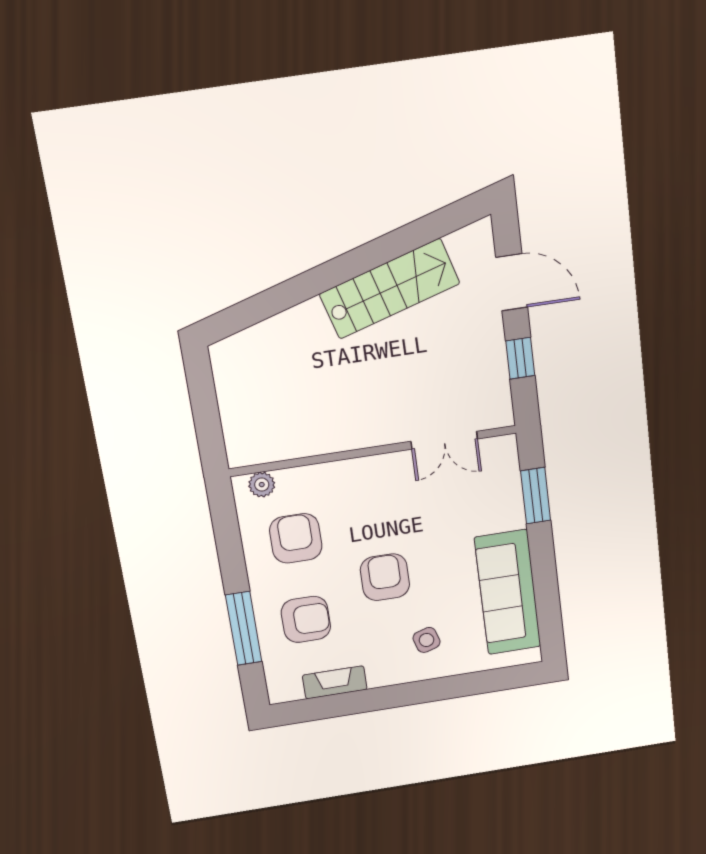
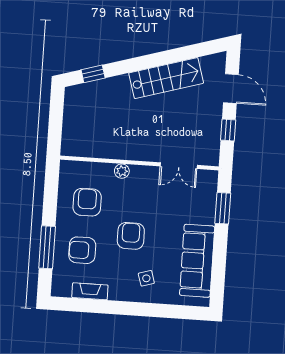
window: (253, 310) -> (93, 74), added
plant: (262, 485) -> (122, 171), moved
armchair: (306, 619) -> (82, 250), turned 180

